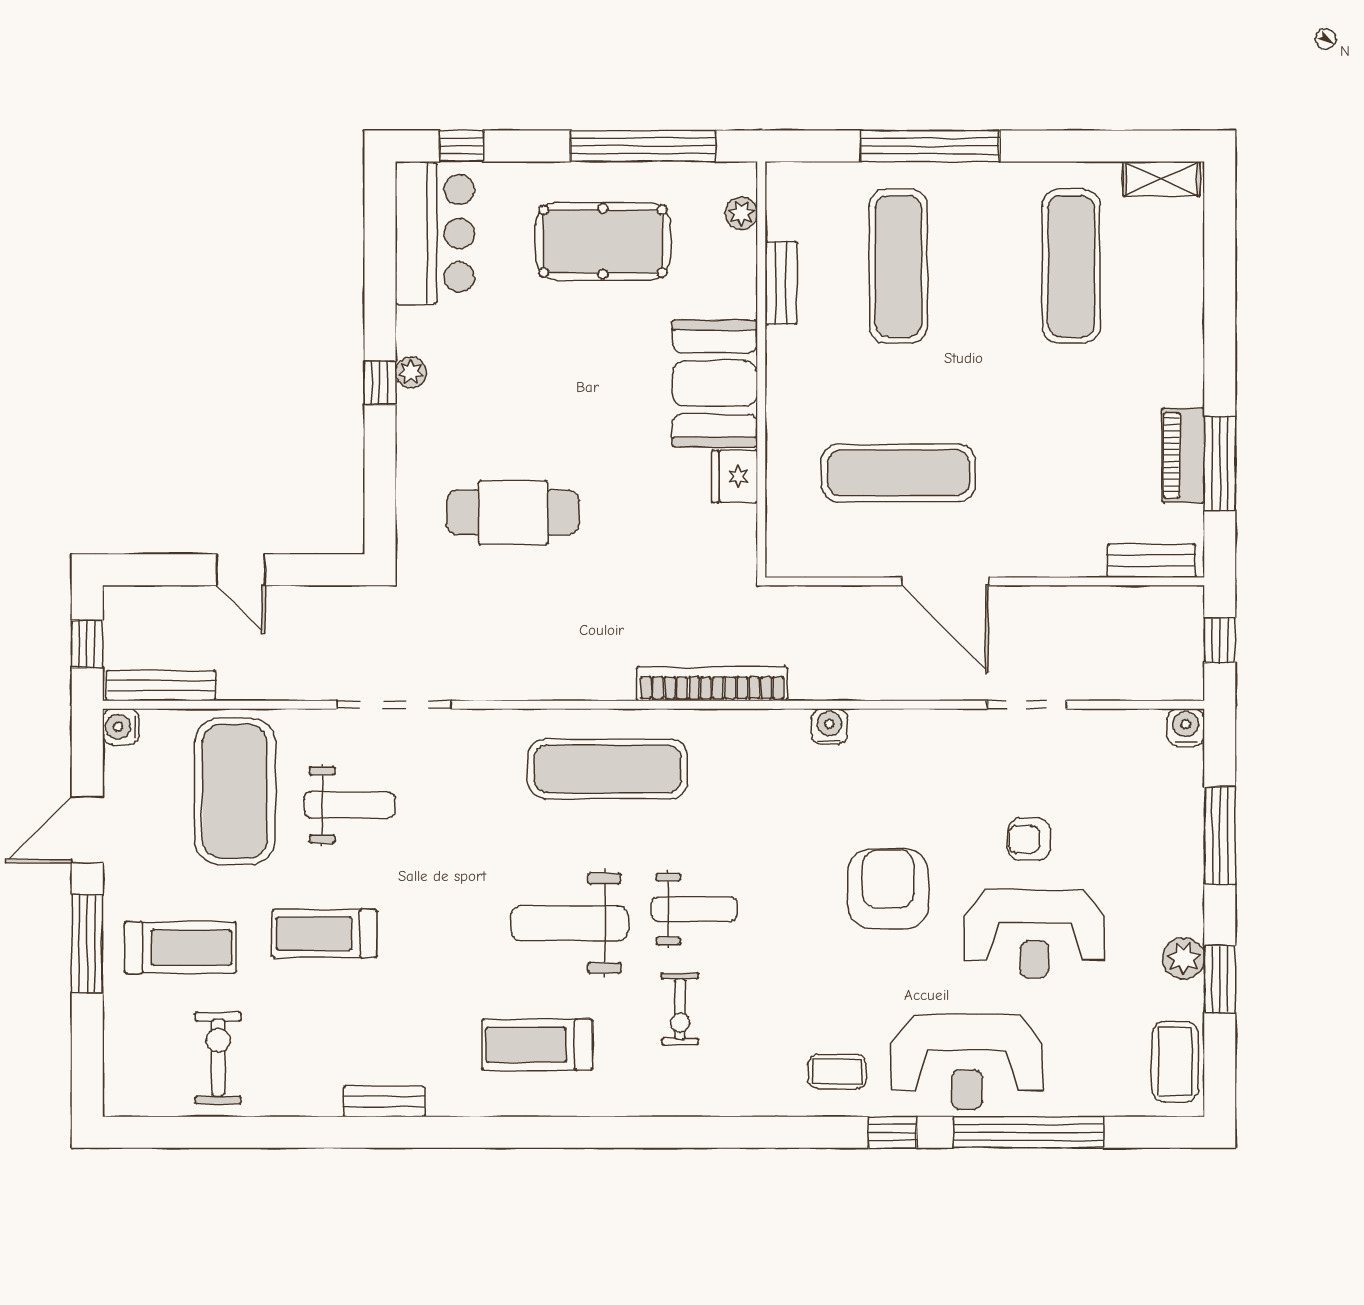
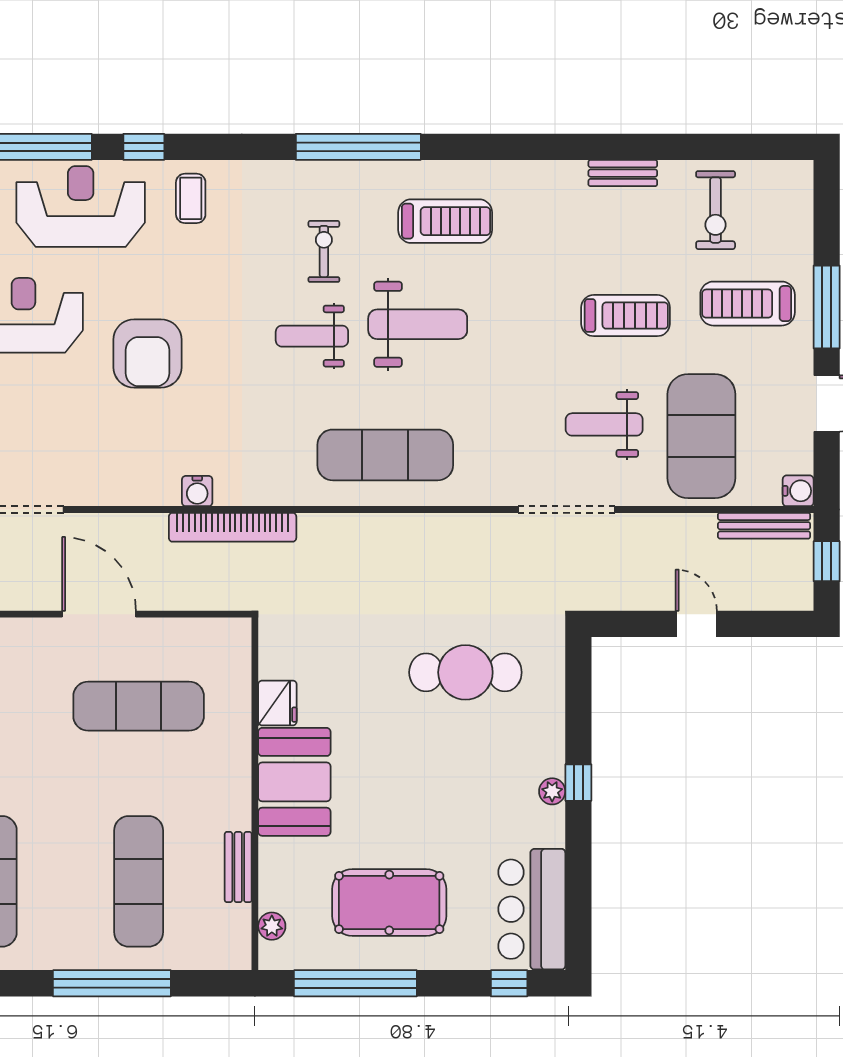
bookcase: (712, 684) -> (233, 527), moved
armchair: (1029, 839) -> (28, 395), removed
coffee table: (837, 1072) -> (191, 198), turned 90
bench: (384, 1101) -> (623, 173), moved
window: (639, 1132) -> (358, 147), added

